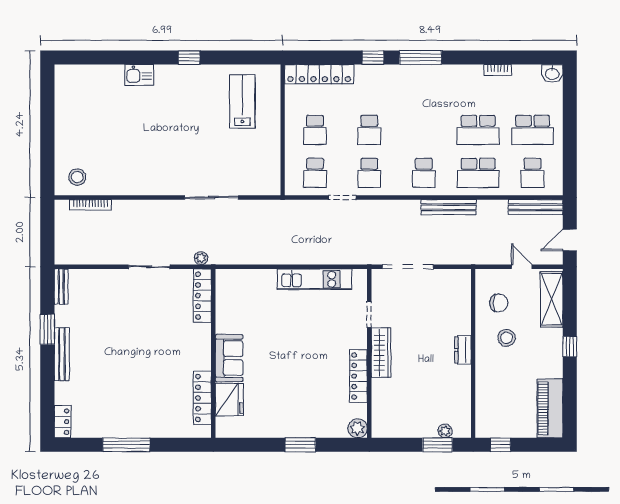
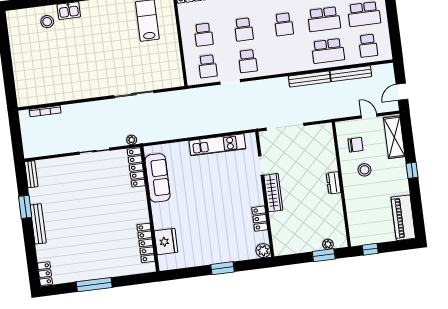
school desk: (424, 173) -> (284, 24), moved
stool: (77, 177) -> (47, 22), moved
bench: (536, 207) -> (351, 74), moved
sofa: (229, 358) -> (158, 178), moved, width x1.36
locker: (358, 376) -> (260, 219), width x0.66

